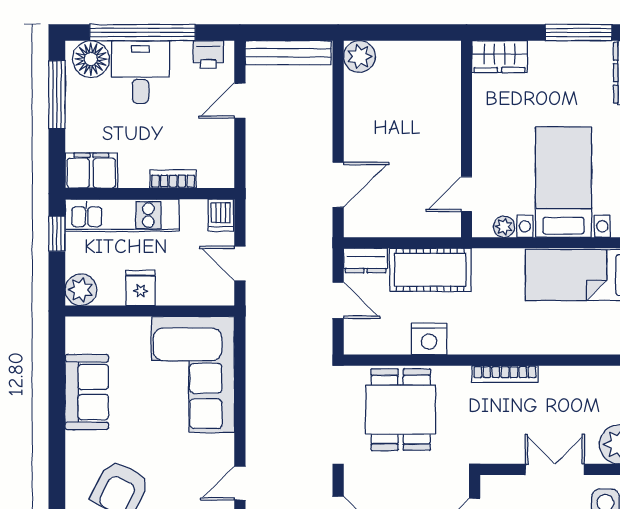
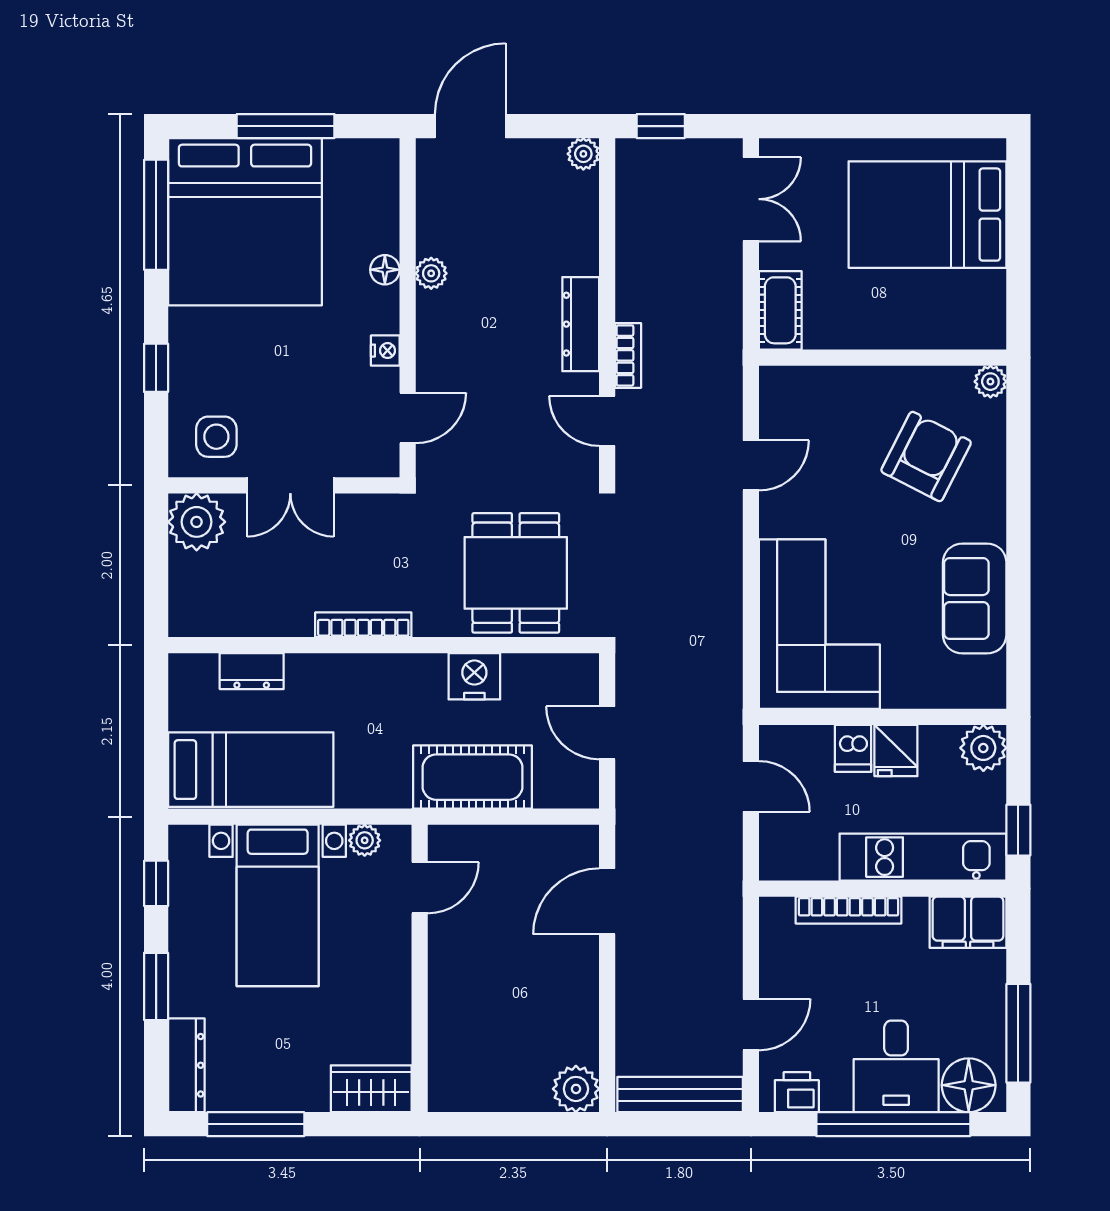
bookcase: (173, 179) -> (849, 910), width x1.56
dishwasher: (221, 215) -> (853, 748), moved, turned 180
dresser: (366, 261) -> (252, 671), moved, turned 180

